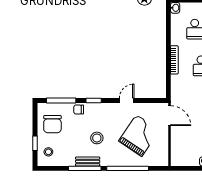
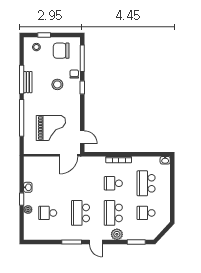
door: (127, 101) -> (82, 137), moved
grand piano: (139, 136) -> (51, 128), turned -34
stool: (97, 138) -> (57, 84), moved

